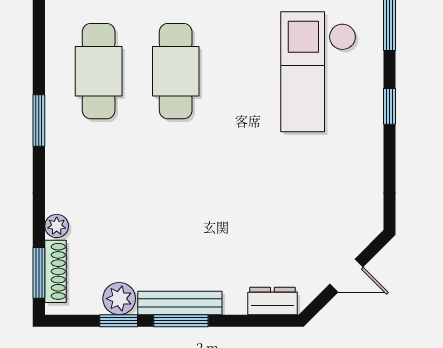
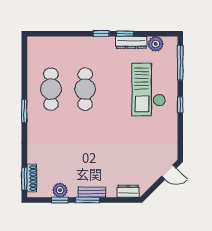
plant: (57, 226) -> (32, 158), removed
door: (346, 276) -> (169, 172), moved
bench: (180, 303) -> (92, 192), width x0.73

